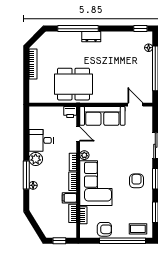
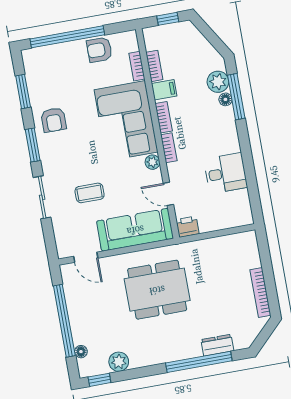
dresser: (91, 37) -> (217, 345), moved
plant: (127, 37) -> (119, 362), added
dining table: (74, 84) -> (157, 290), moved
plant: (36, 159) -> (218, 82), moved
window: (26, 175) -> (236, 97), moved
armchair: (136, 181) -> (54, 120), moved
coffee table: (138, 229) -> (90, 193), moved

